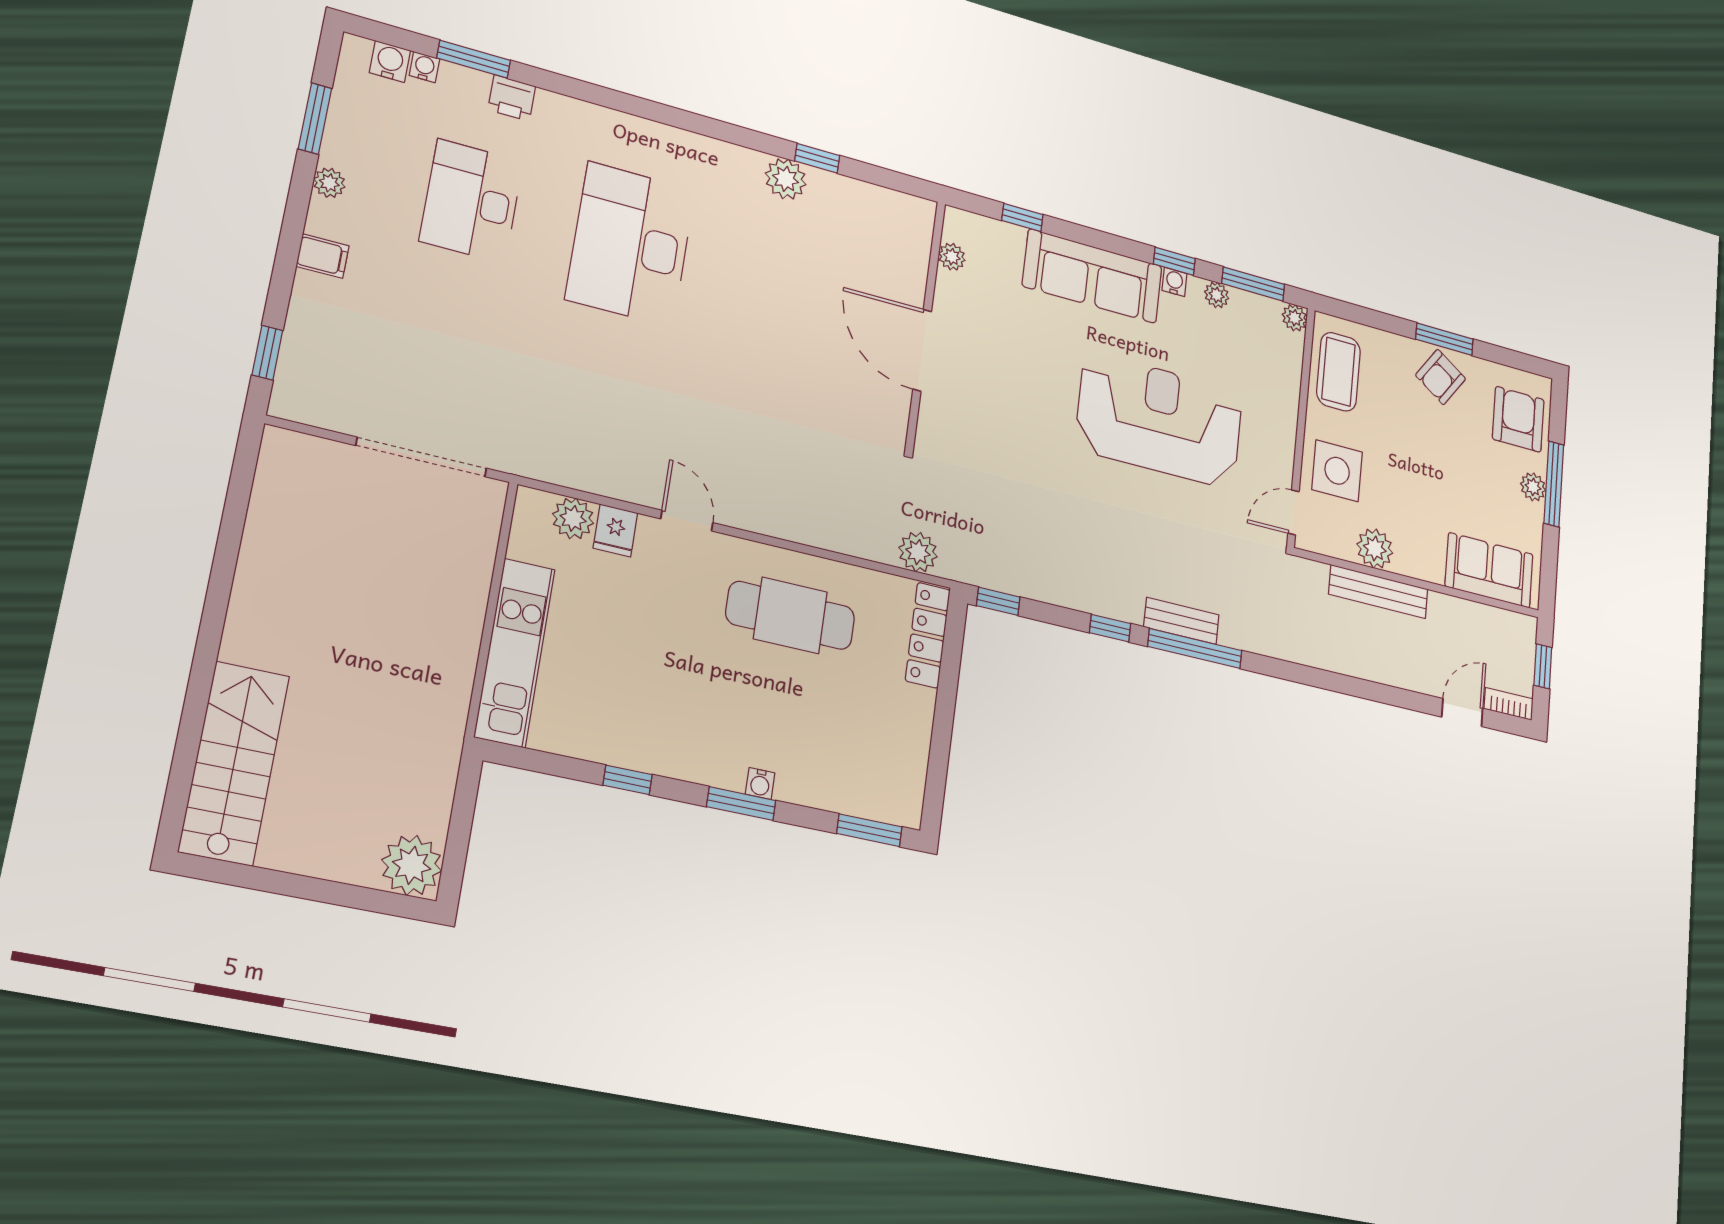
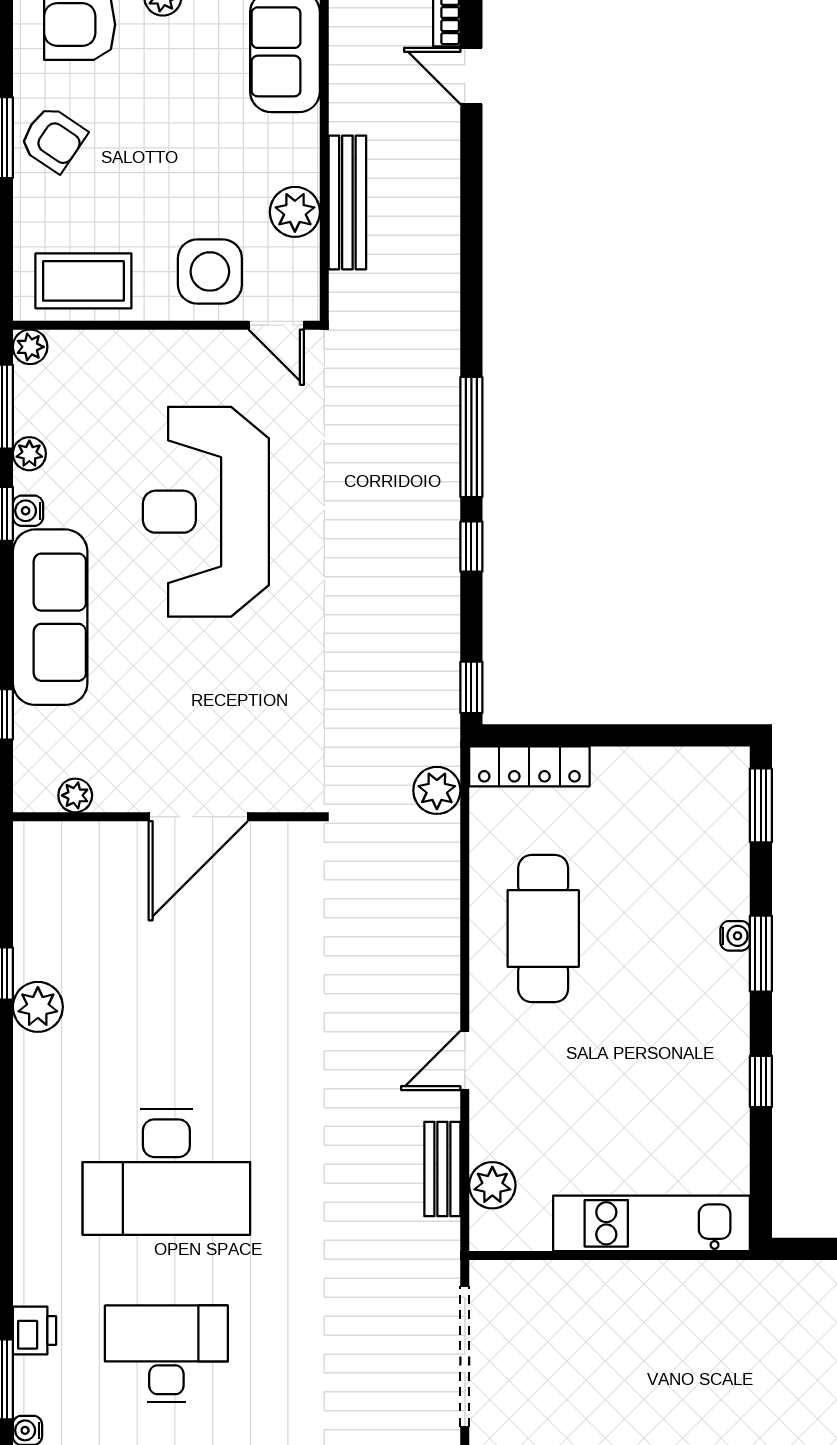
desk: (471, 201) -> (166, 1354), turned 180
fridge: (615, 530) -> (495, 1137), removed
bench: (1181, 621) -> (442, 1169), moved

